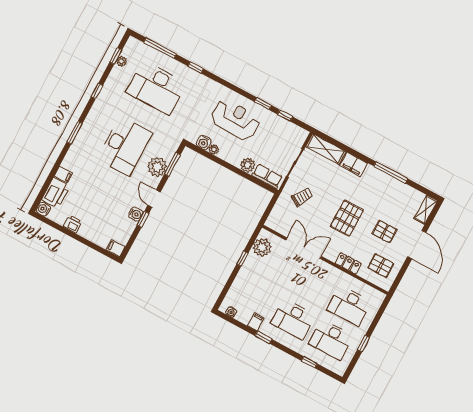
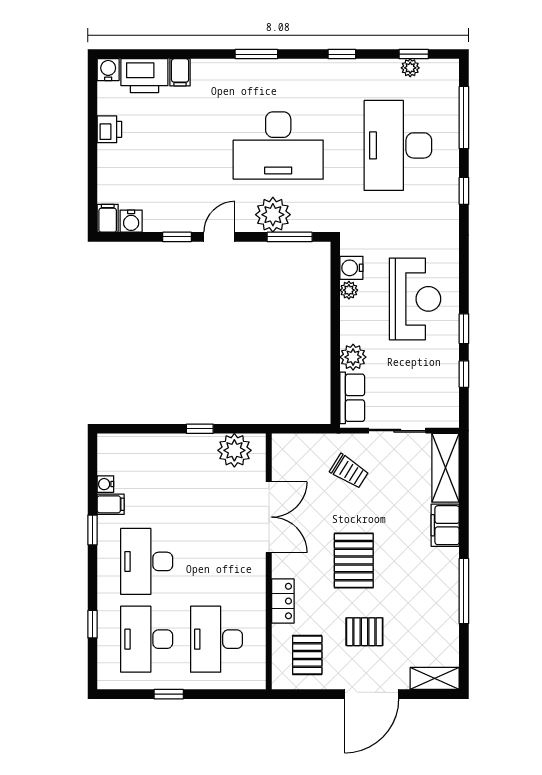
water cooler: (136, 214) -> (131, 221), moved
pallet: (347, 218) -> (354, 561), turned 90
pallet: (385, 232) -> (364, 632), turned 90
water cooler: (231, 312) -> (105, 484), moved

